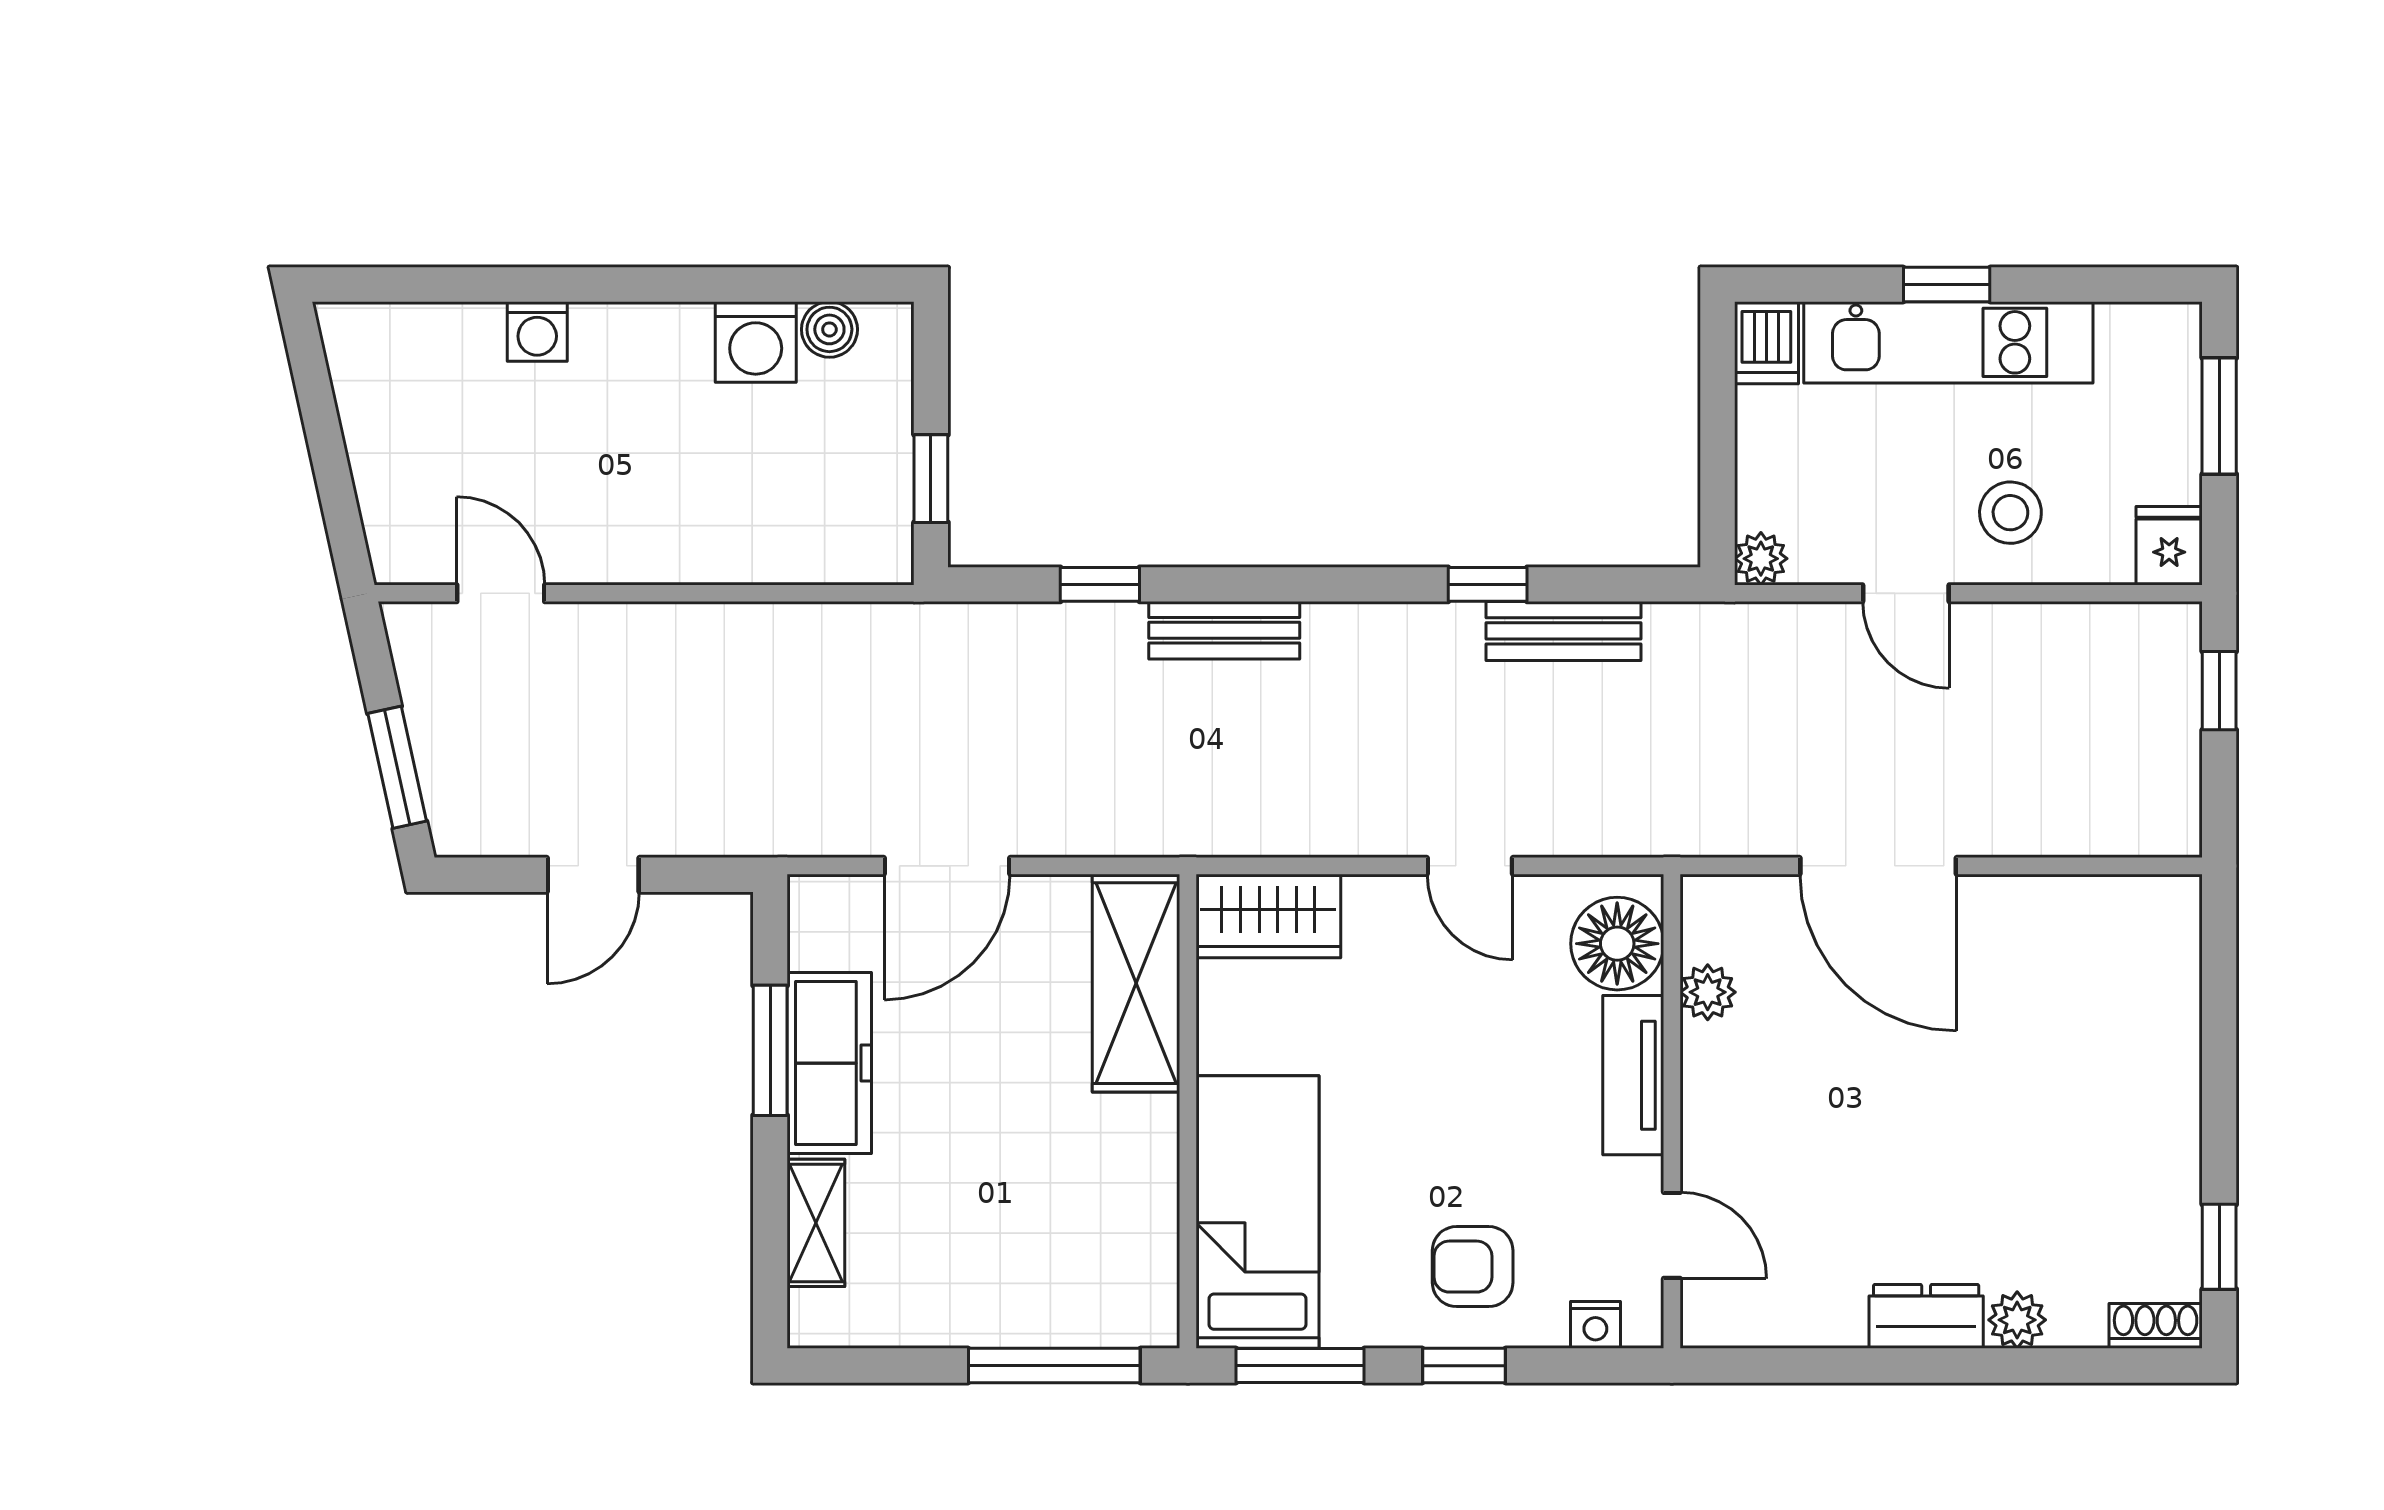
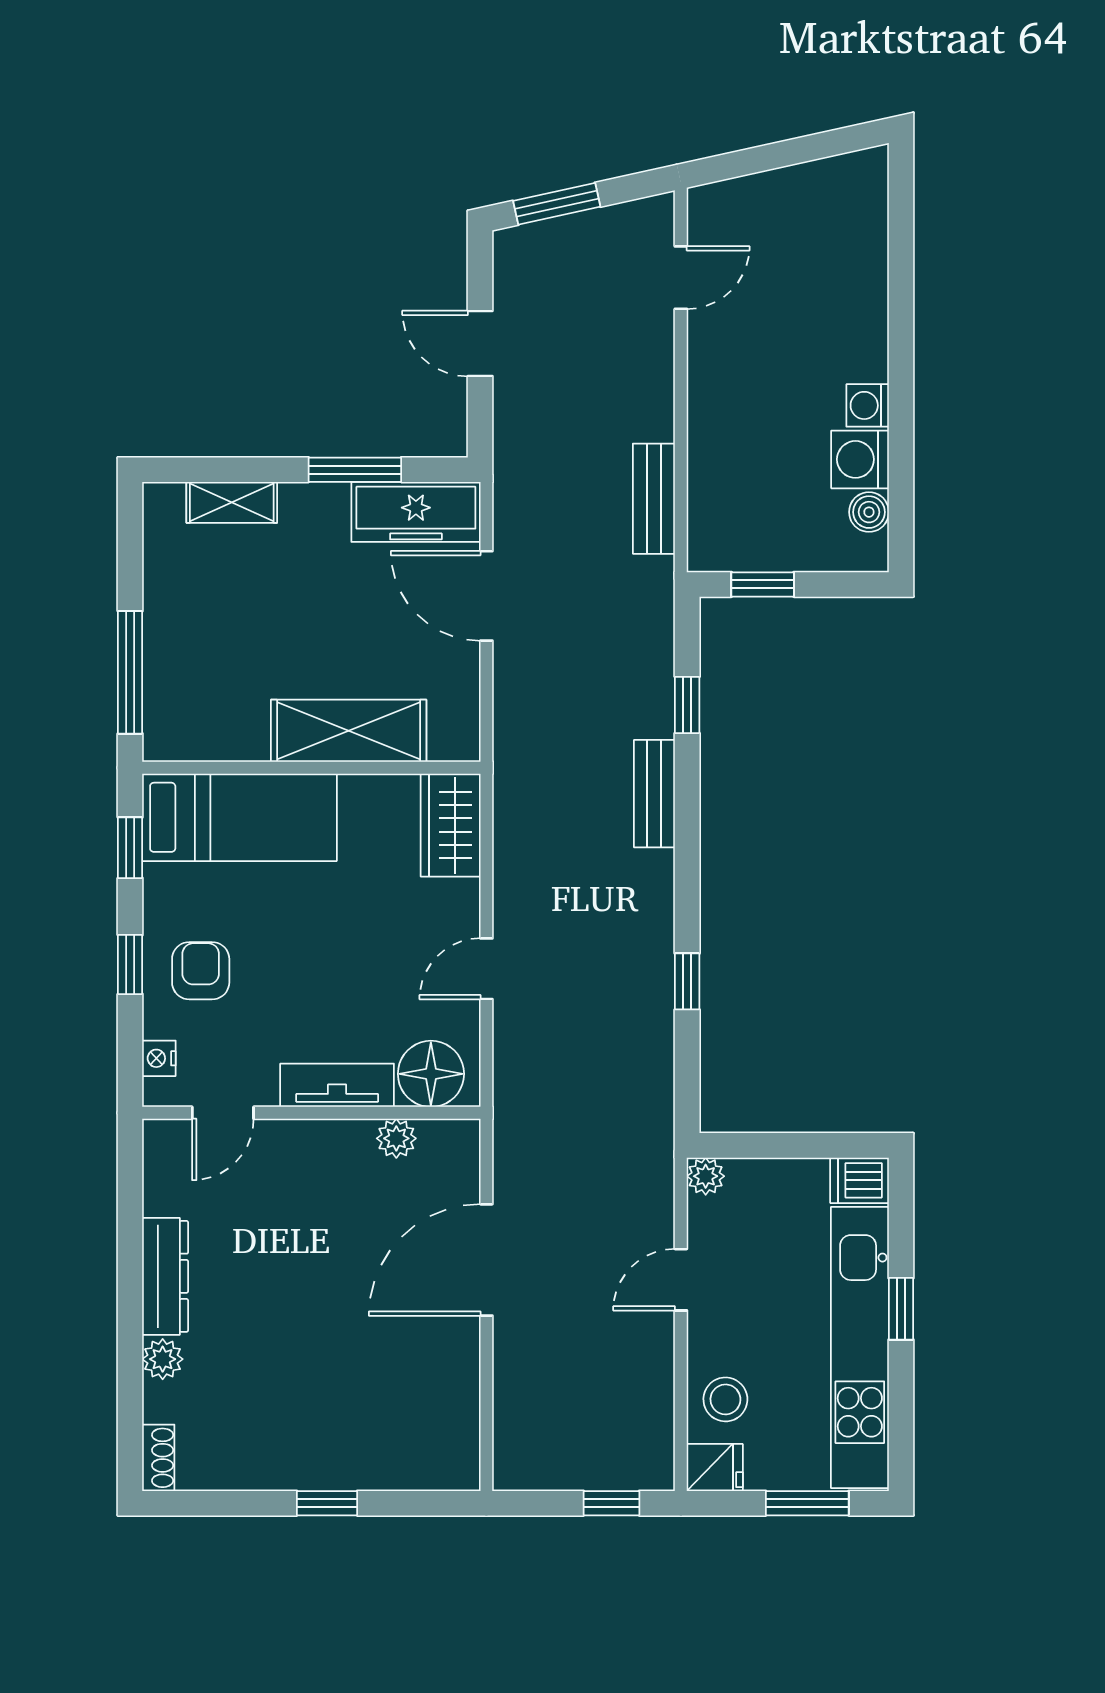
washing machine: (537, 331) -> (868, 405), moved
kitchen unit: (1948, 342) -> (860, 1348), width x1.36
stool: (2010, 513) -> (725, 1399), moved
bench: (1564, 631) -> (654, 499), moved
shelving: (1136, 983) -> (349, 731), moved
freezer: (829, 1063) -> (416, 512), moved
window: (2219, 1247) -> (327, 1503), moved
dresser: (1926, 1316) -> (165, 1276), width x1.44
window: (1300, 1366) -> (130, 848), width x0.67

